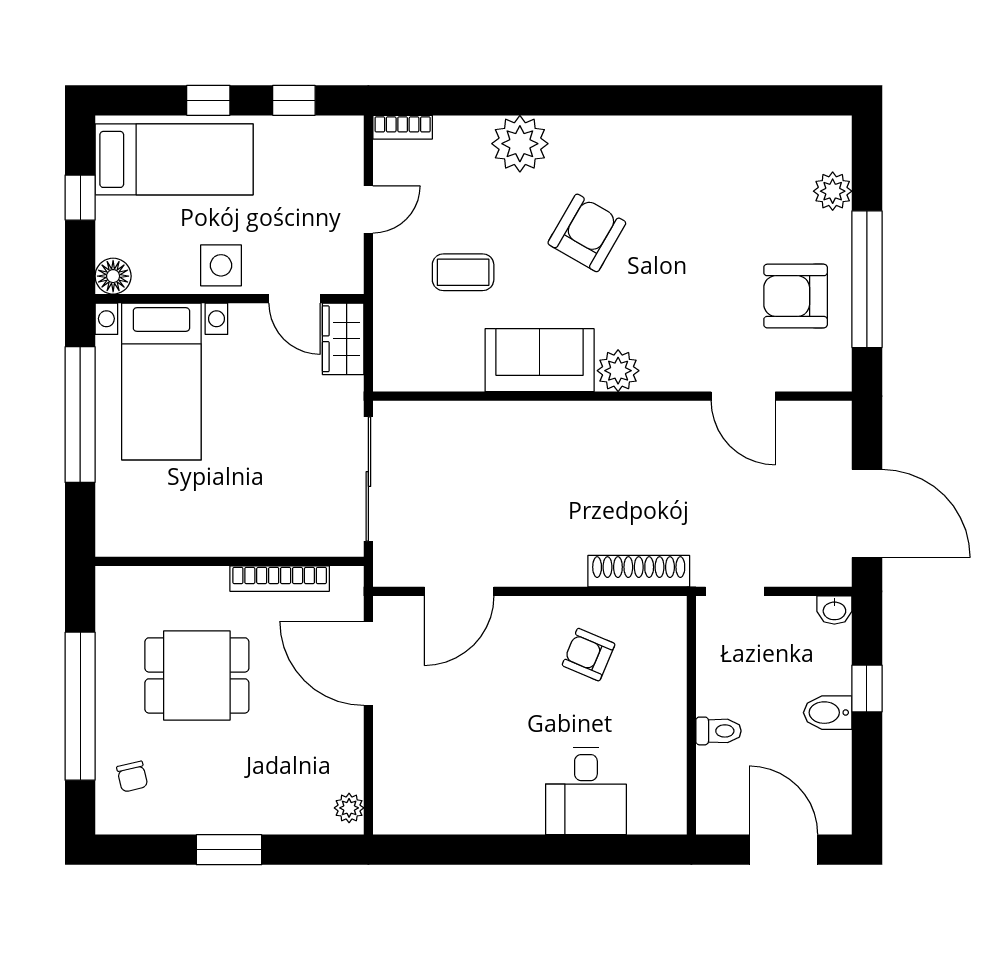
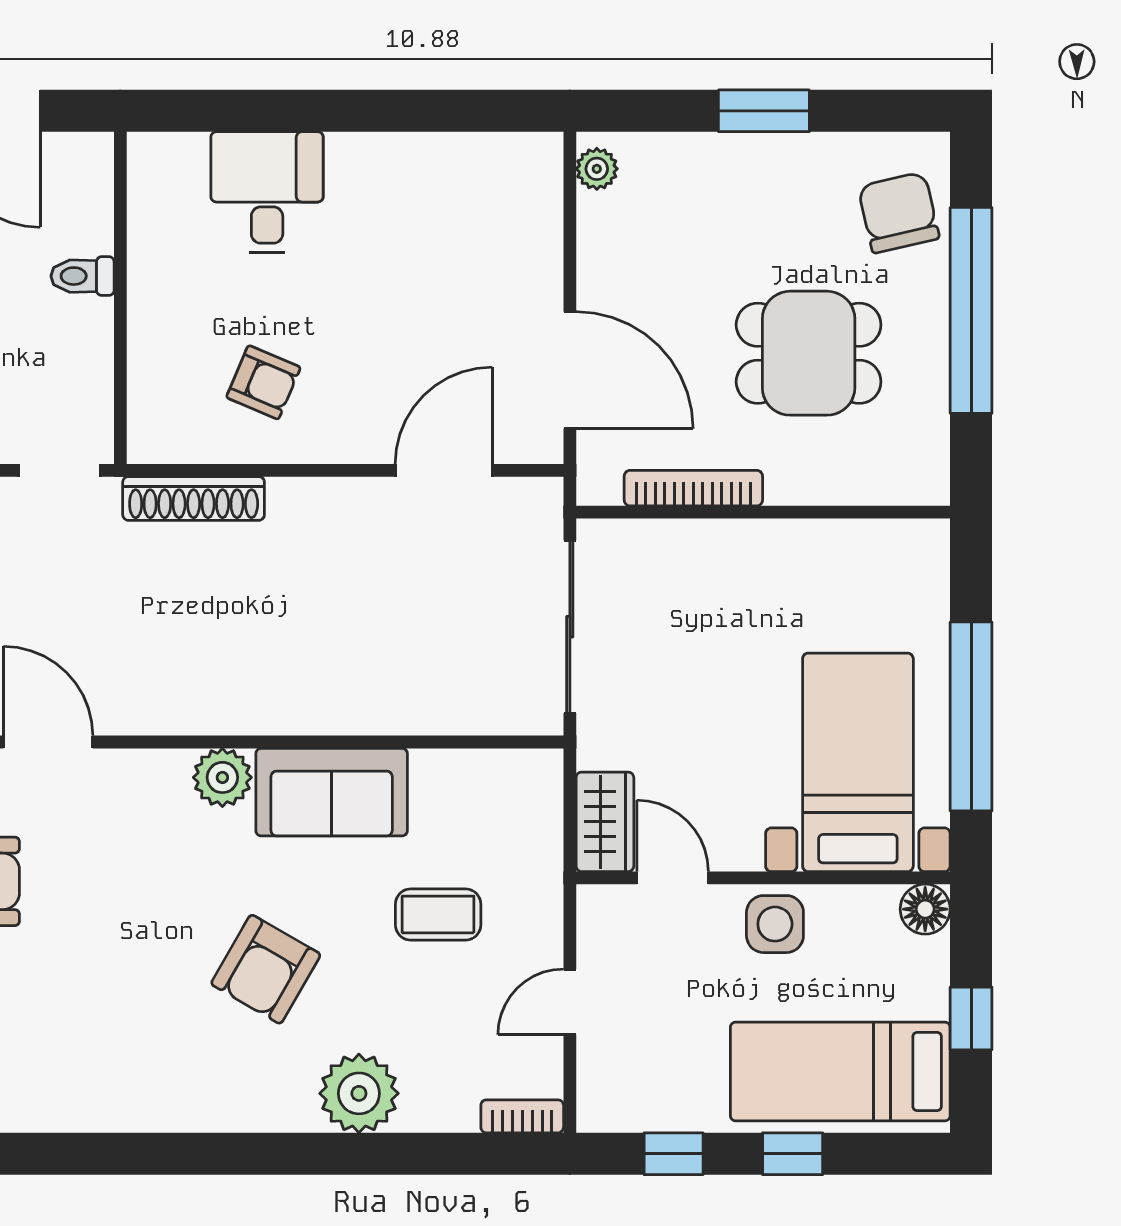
chair: (132, 777) -> (899, 213), width x1.87, depth x1.87

